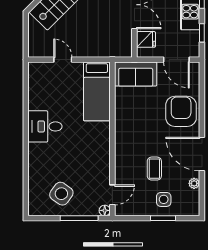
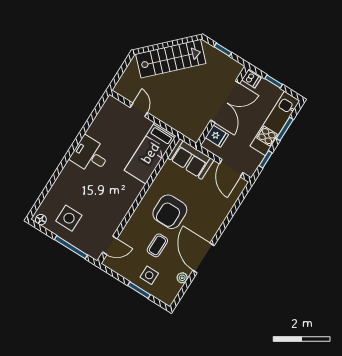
armchair: (181, 111) -> (170, 212), moved, turned 180
side table: (61, 194) -> (69, 218), turned -35
floor lamp: (105, 210) -> (41, 220), moved

